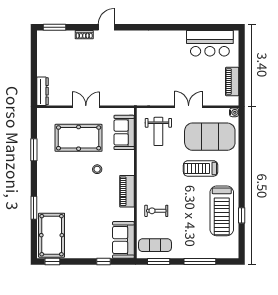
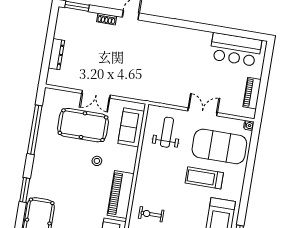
dresser: (43, 91) -> (56, 54), moved
double door: (86, 107) -> (96, 94), swing flipped
weight bench: (158, 131) -> (167, 132), turned 180
window: (34, 150) -> (35, 130), width x2.11
piano: (127, 191) -> (121, 195), width x1.37, depth x1.33

